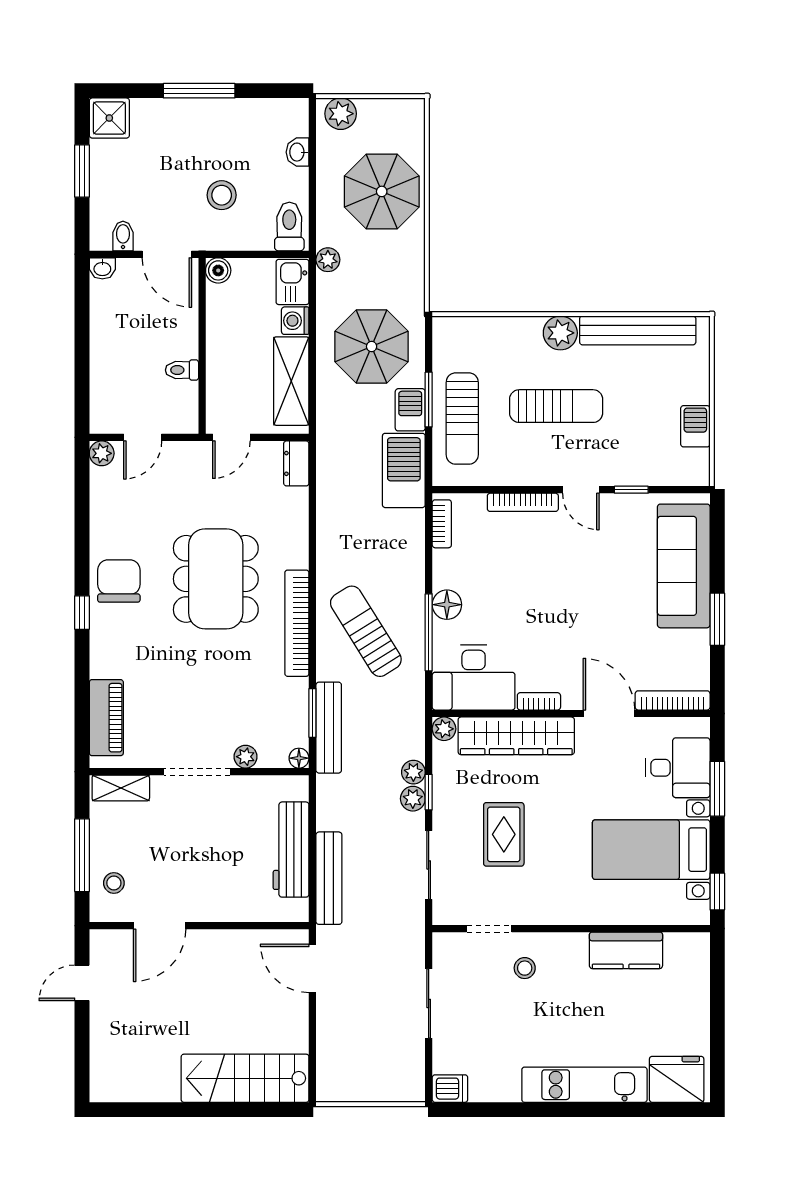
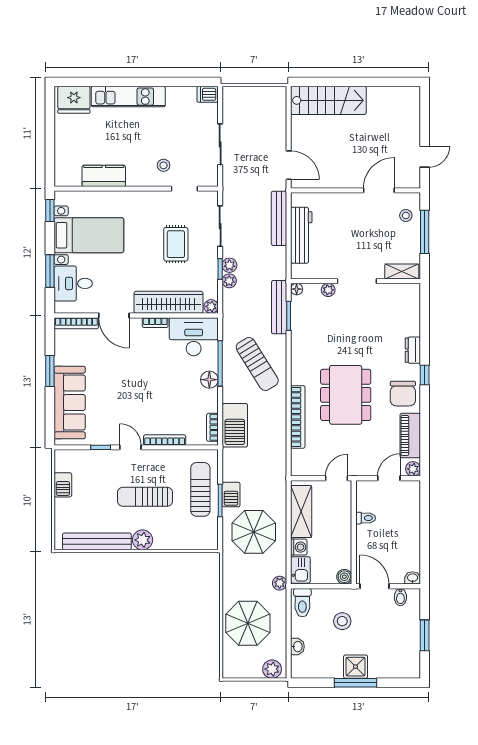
shower: (109, 118) -> (356, 667), moved
dresser: (296, 463) -> (413, 350), moved, turned 180
barbecue: (404, 470) -> (235, 425), moved
bookcase: (297, 623) -> (298, 417), moved
piano: (106, 718) -> (410, 435), moved

